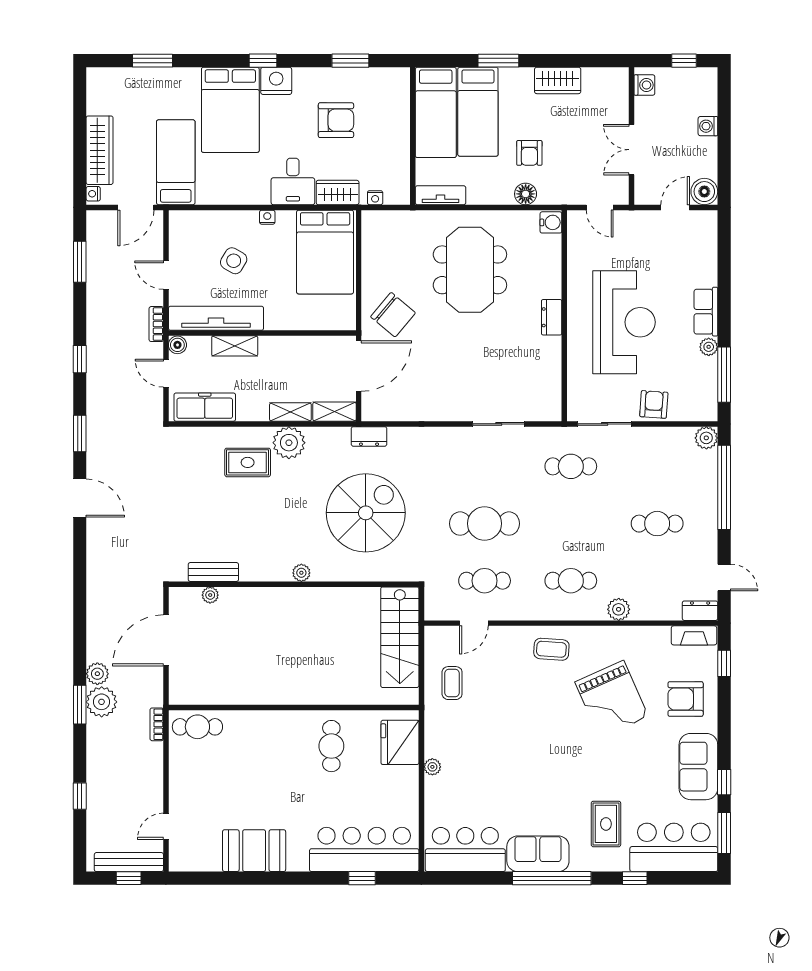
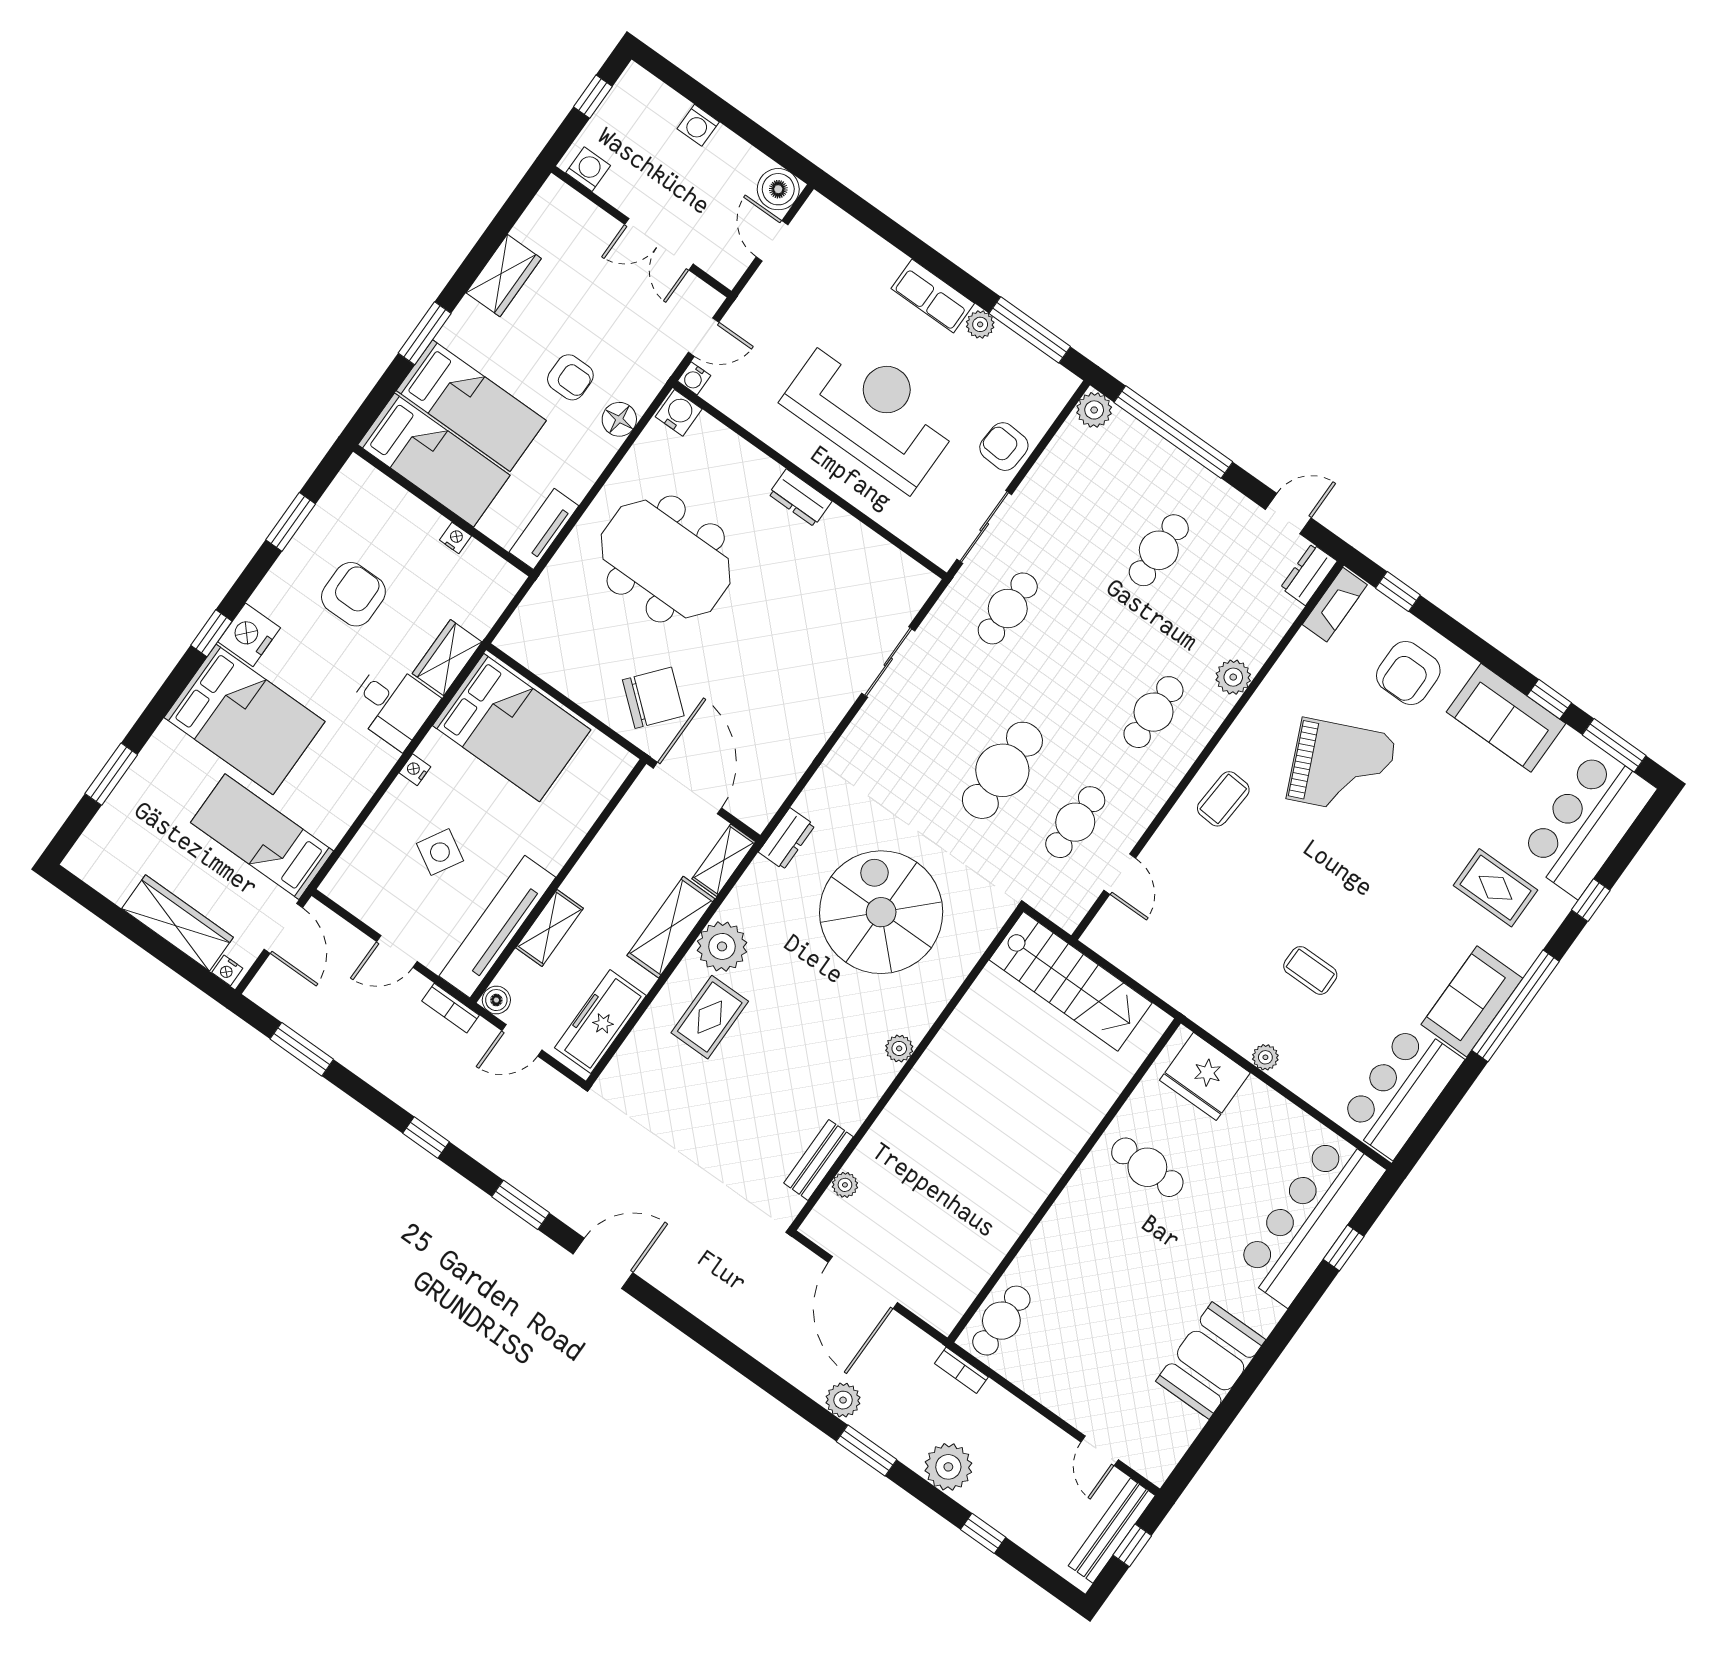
nightstand: (375, 198) -> (455, 538), moved, turned -90
water cooler: (575, 218) -> (694, 378), added
shelving: (290, 412) -> (671, 927), width x1.50, depth x1.33
coffee table: (452, 683) -> (1310, 970), moved
plant: (102, 702) -> (948, 1467), moved

